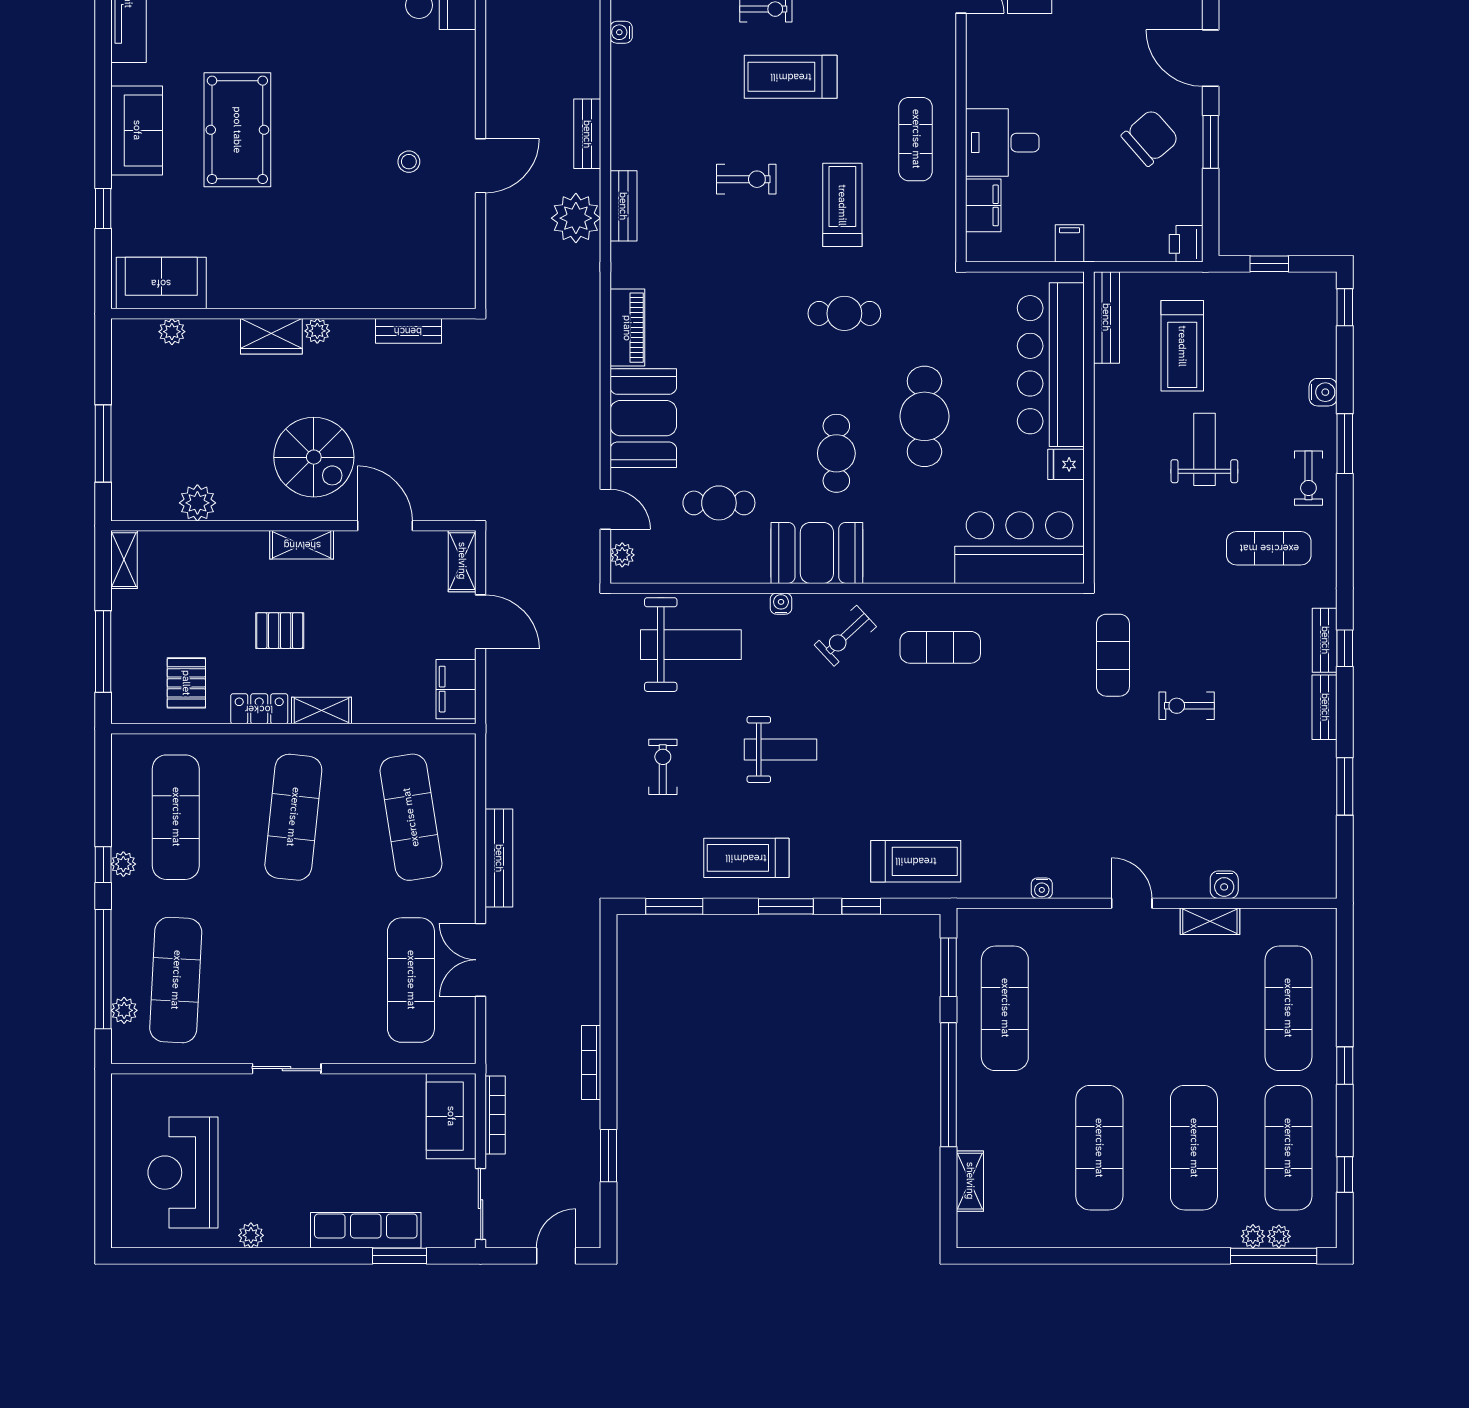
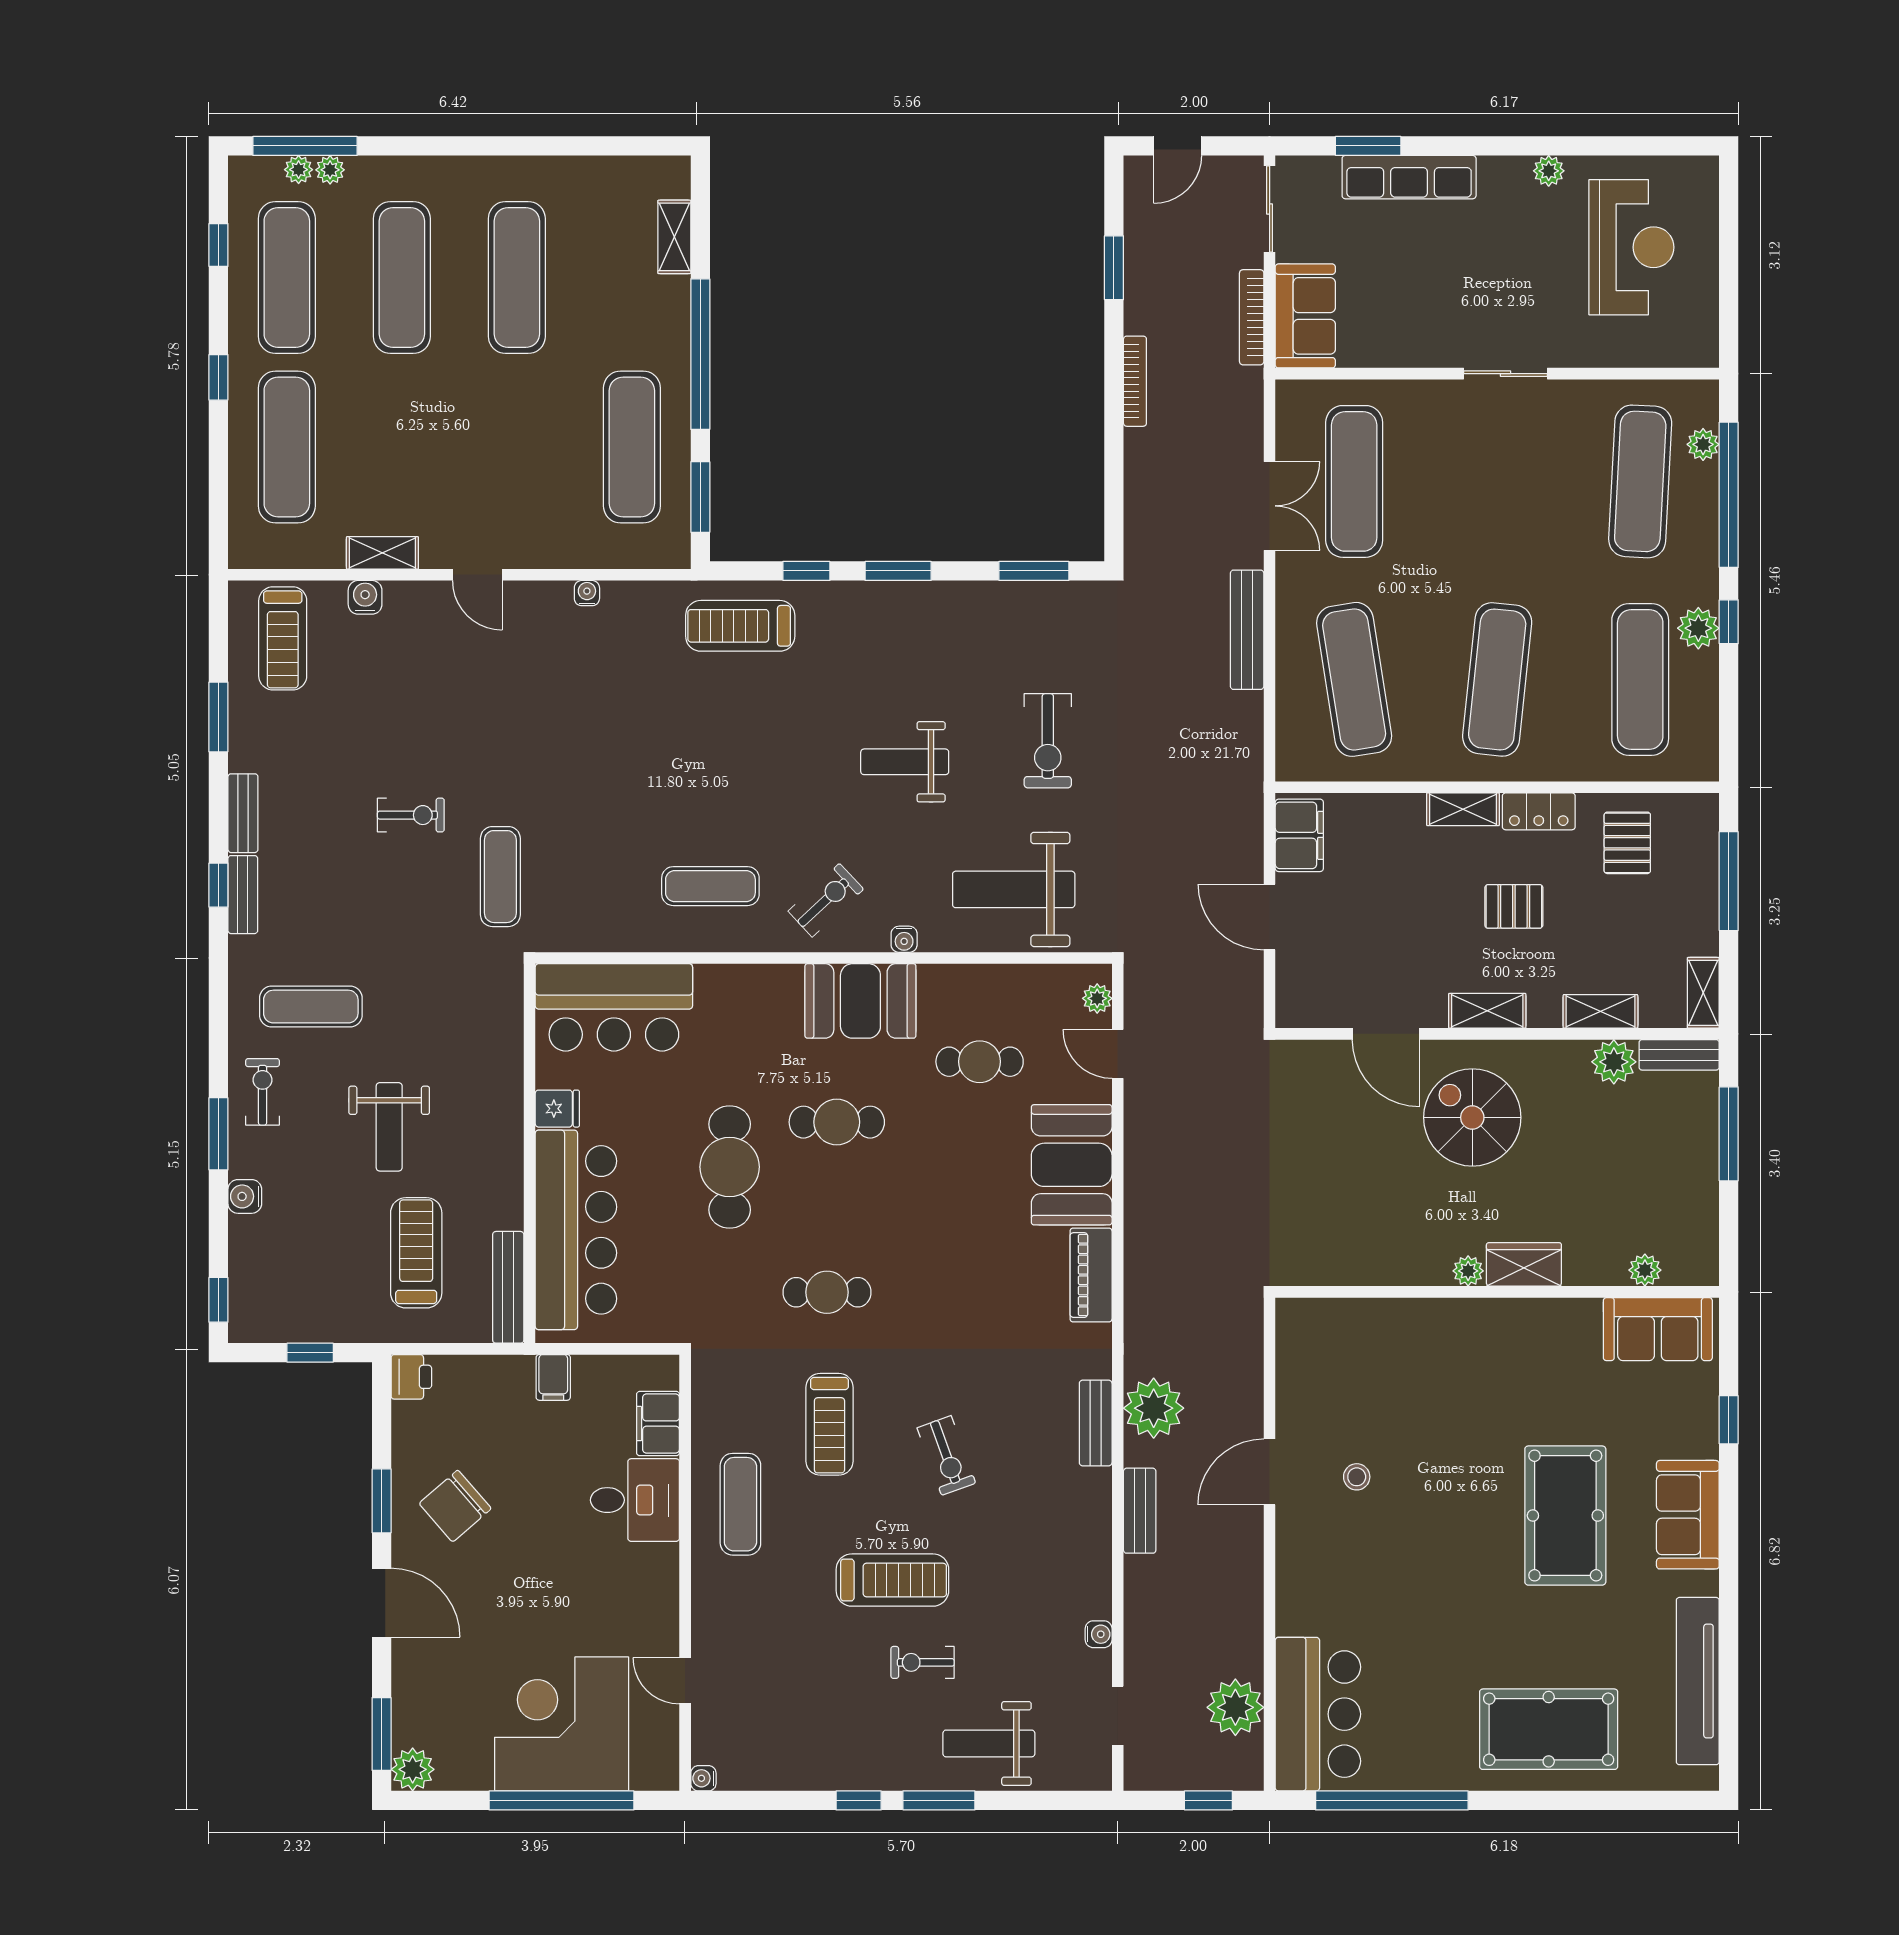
exercise bike: (746, 179) -> (946, 1455), turned -110
bench: (408, 331) -> (1679, 1055), moved
cafe table: (836, 453) -> (837, 1122), turned 90
shelving: (462, 561) -> (1600, 1011), moved, turned 90
exercise bike: (663, 767) -> (1048, 741), width x1.38, depth x1.39
treadmill: (746, 858) -> (283, 638), moved, turned 90
plant: (123, 864) -> (1698, 628), width x1.38, depth x1.38

